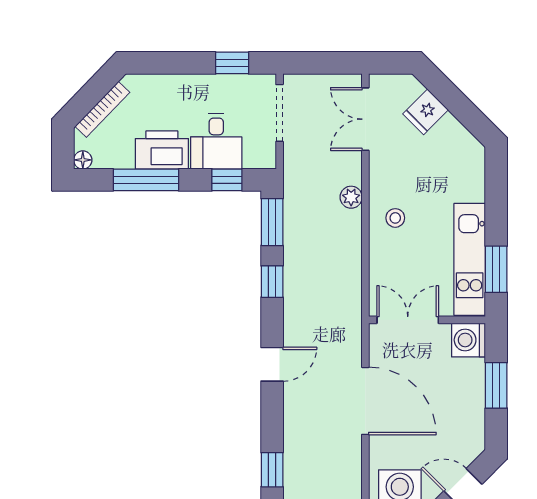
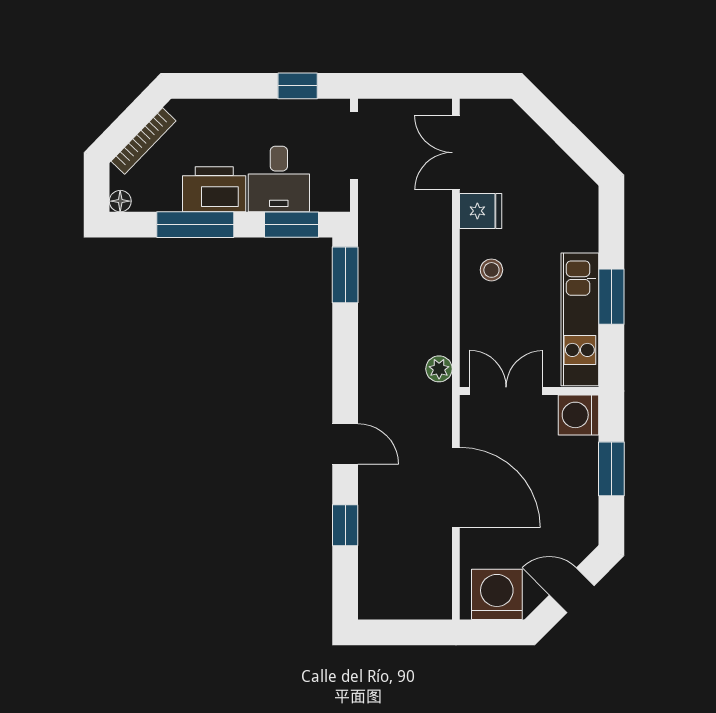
fridge: (426, 112) -> (481, 211), moved, turned -135
window: (227, 180) -> (292, 225), width x1.50
plant: (351, 197) -> (439, 369), moved
window: (496, 269) -> (611, 297), moved
window: (272, 282) -> (345, 346), removed
door: (272, 364) -> (345, 444), hinge flipped
window: (272, 470) -> (345, 525), moved

